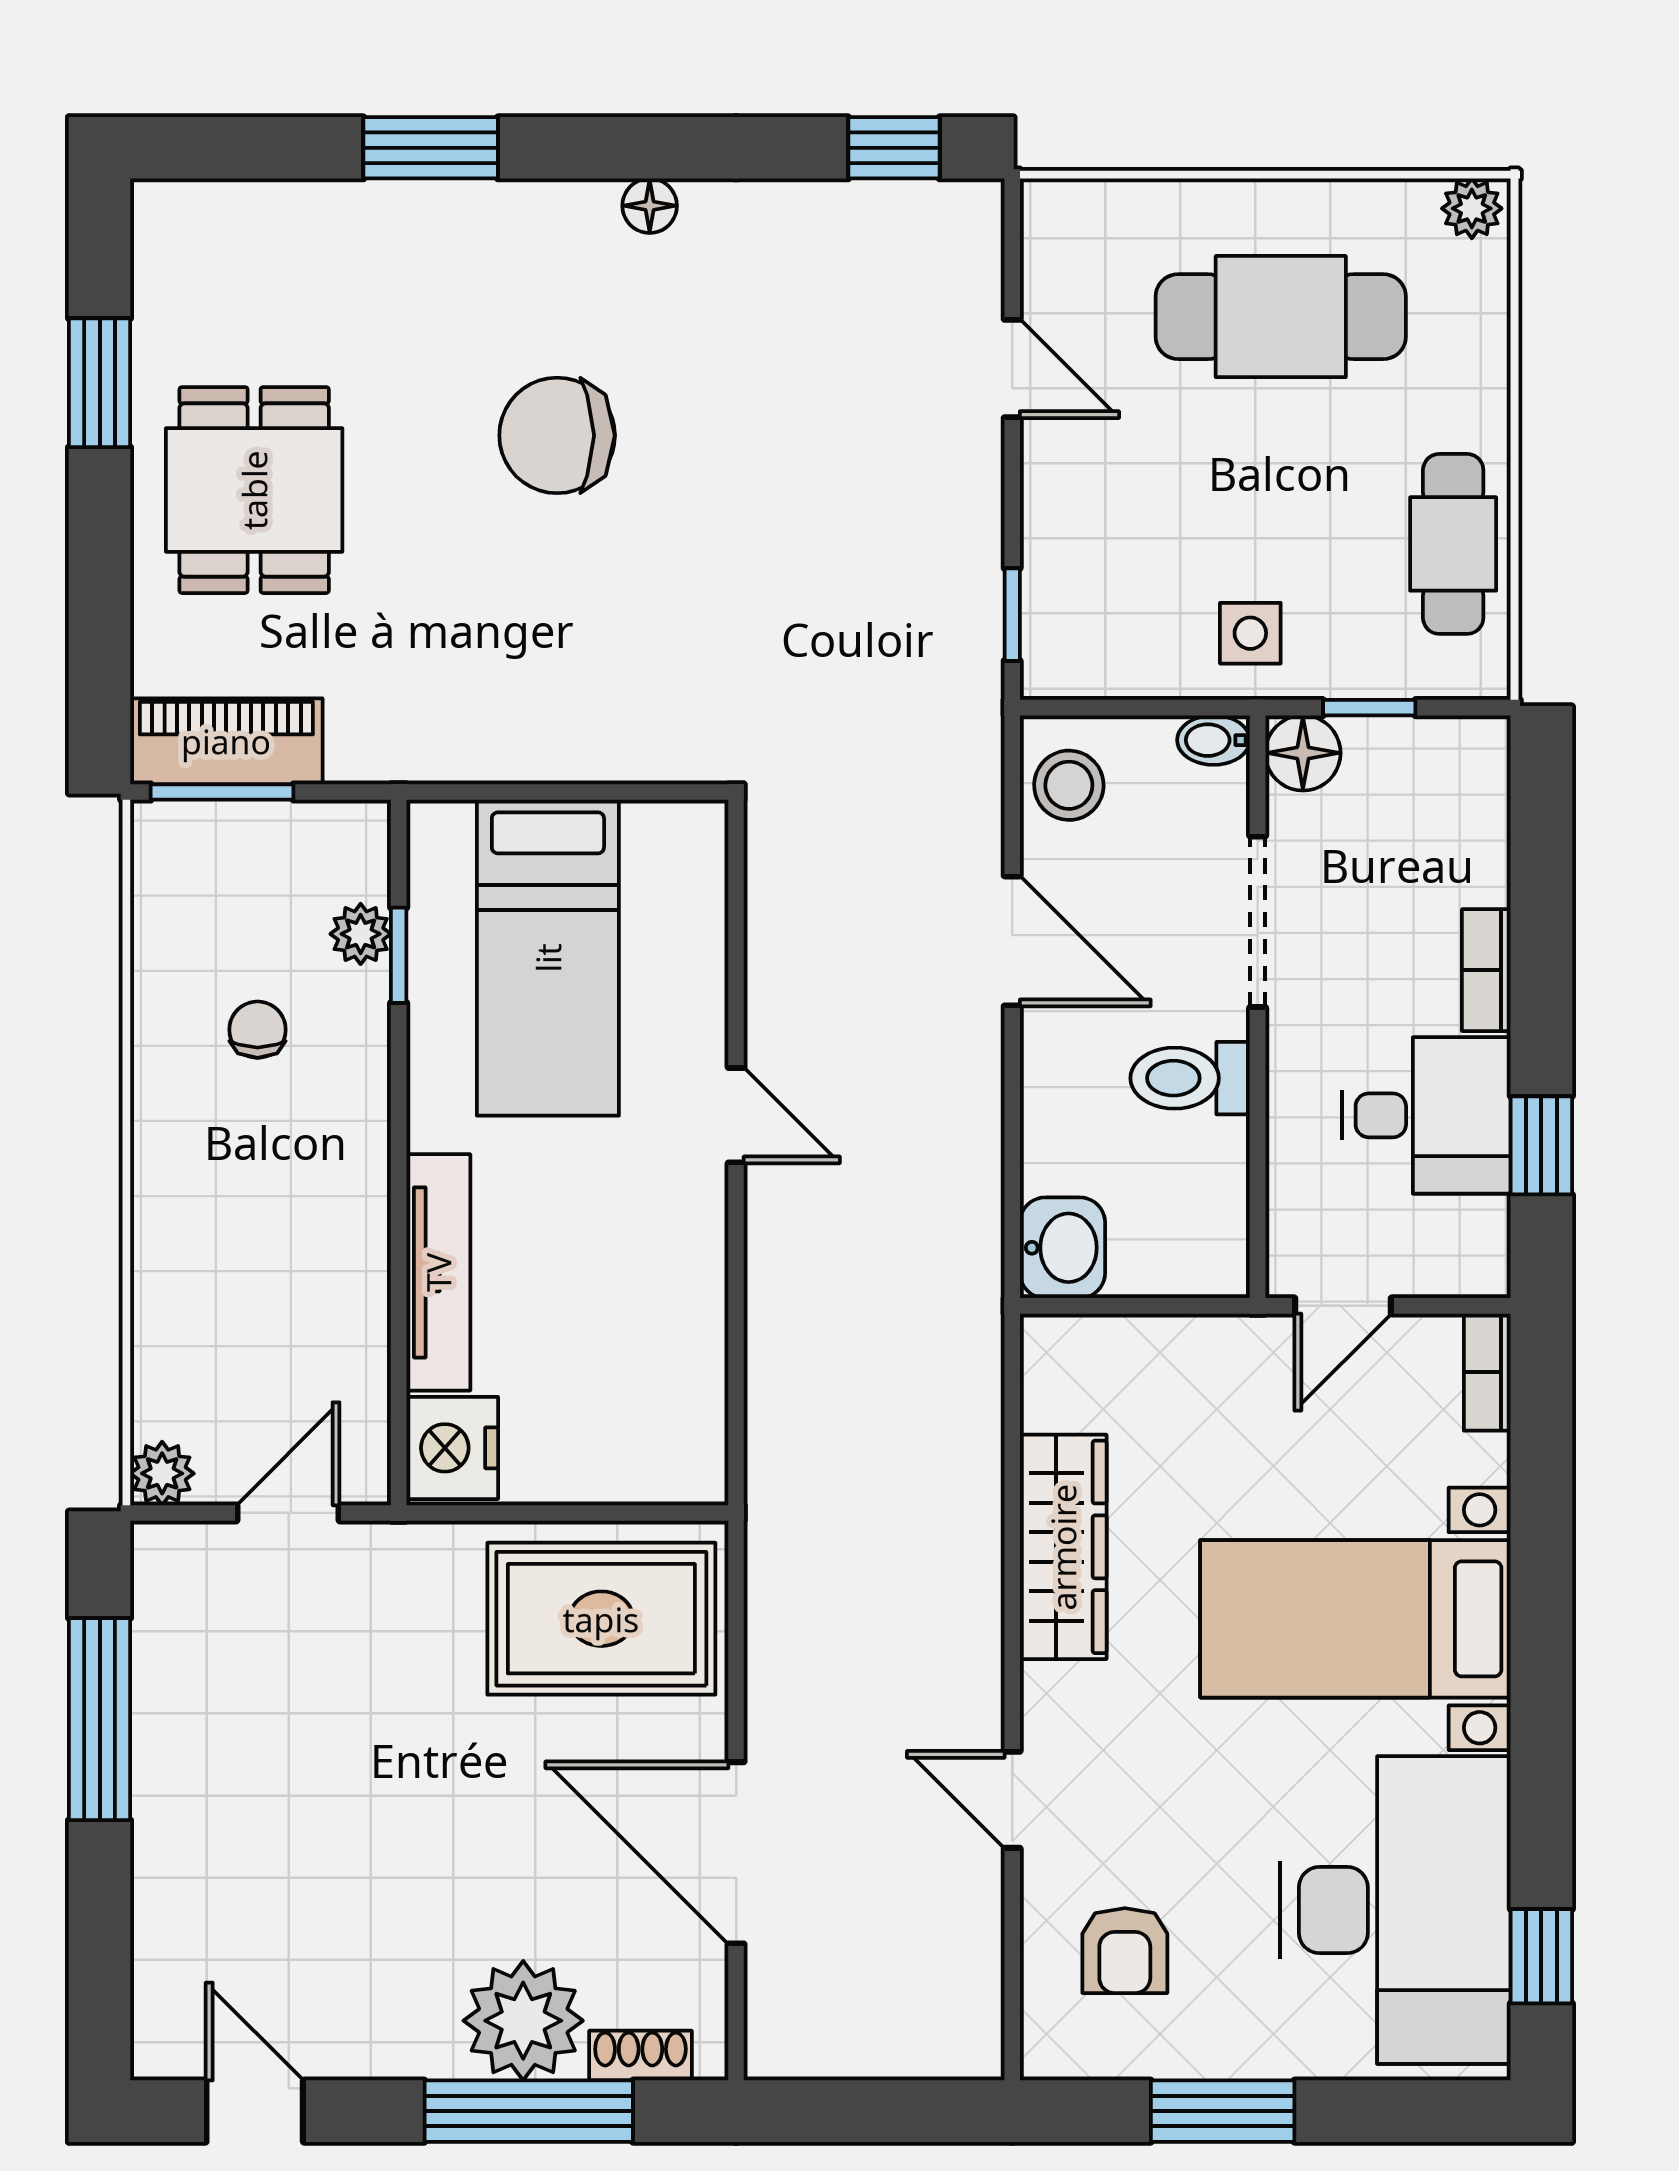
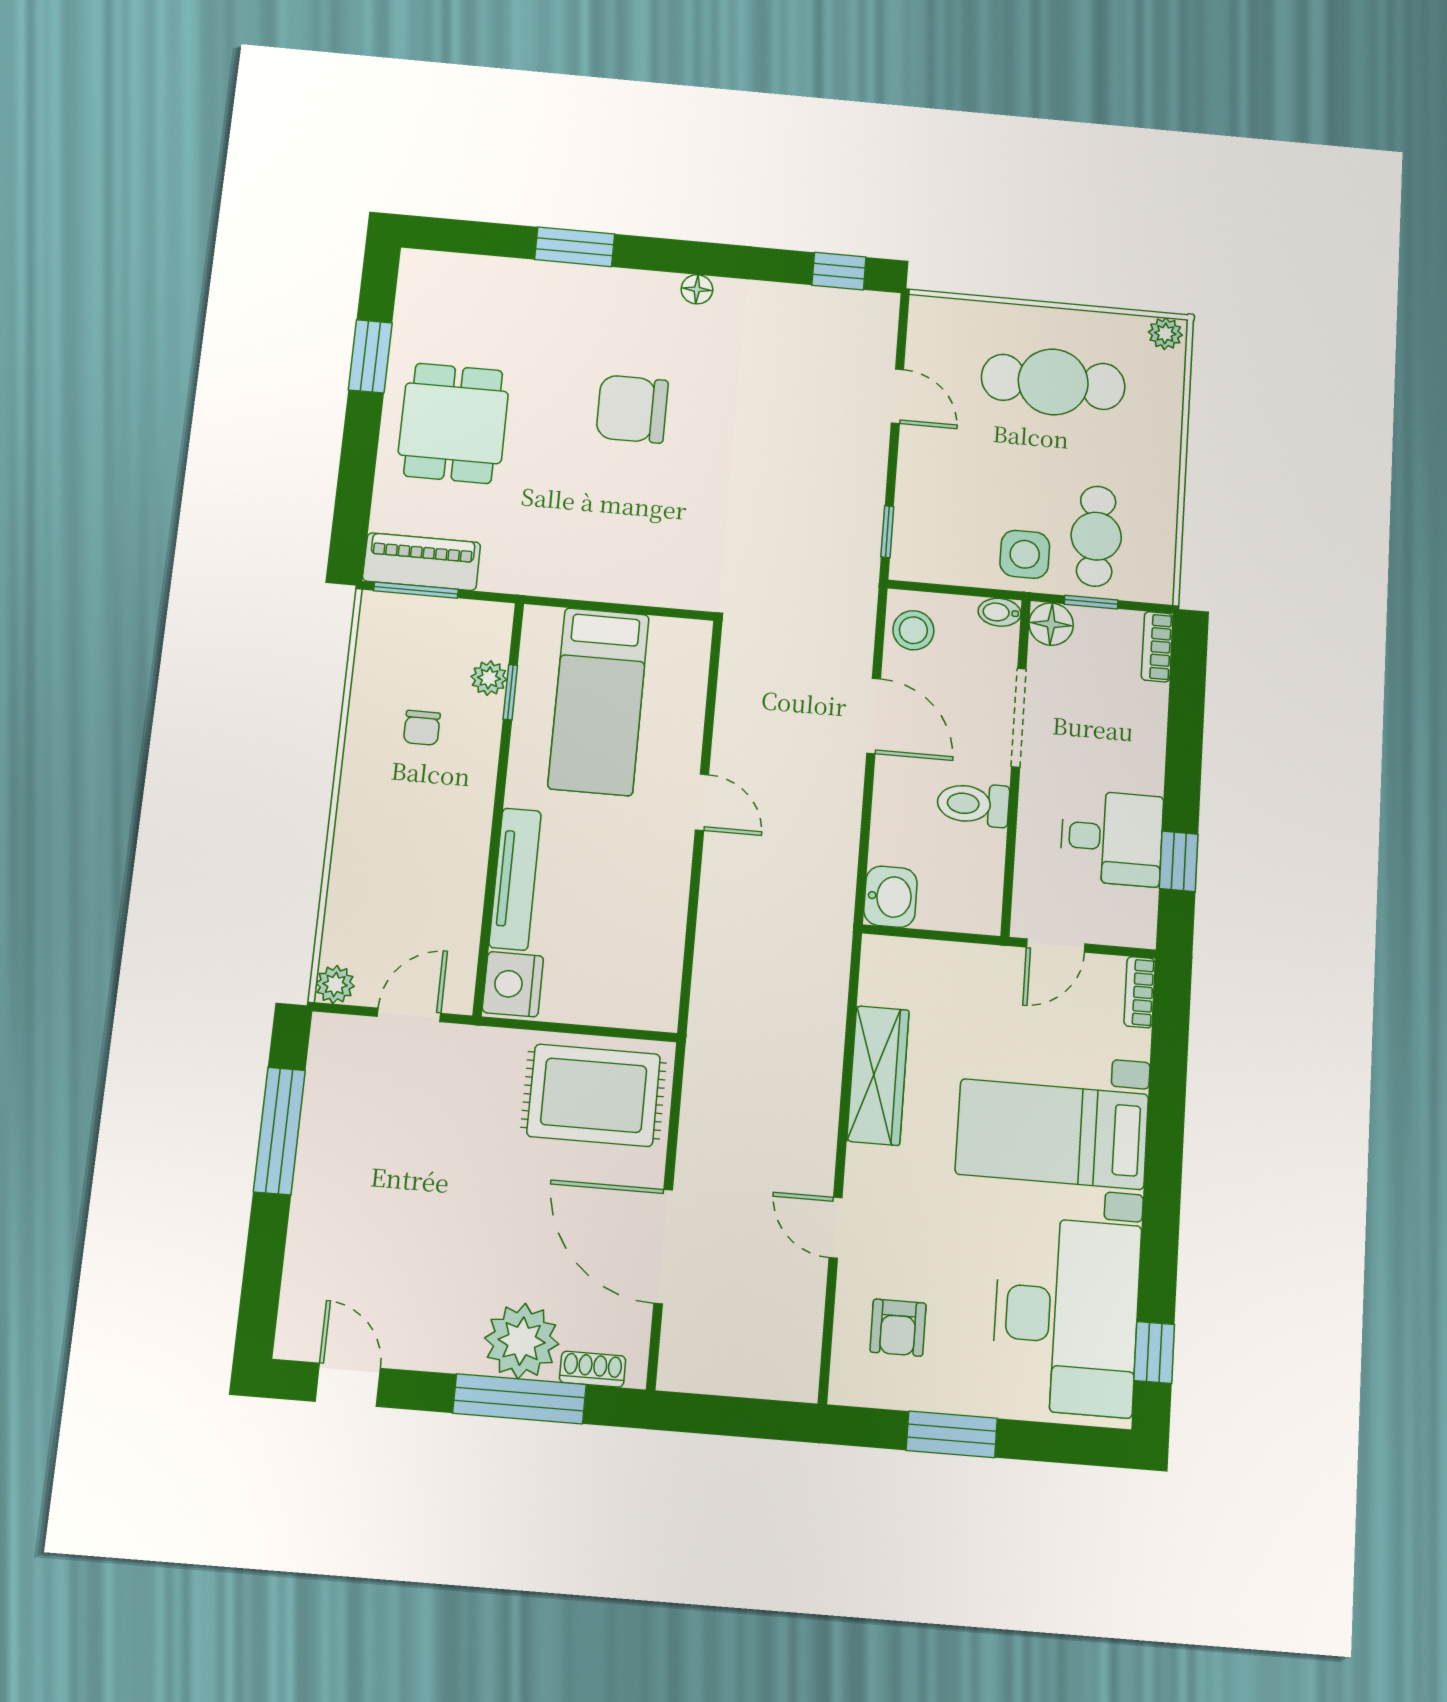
cafe table: (1453, 544) -> (1096, 536), moved
side table: (1250, 633) -> (1025, 554), width x1.37, depth x1.37
bookcase: (1486, 970) -> (1157, 647), moved
chair: (258, 1030) -> (422, 728), turned 180

